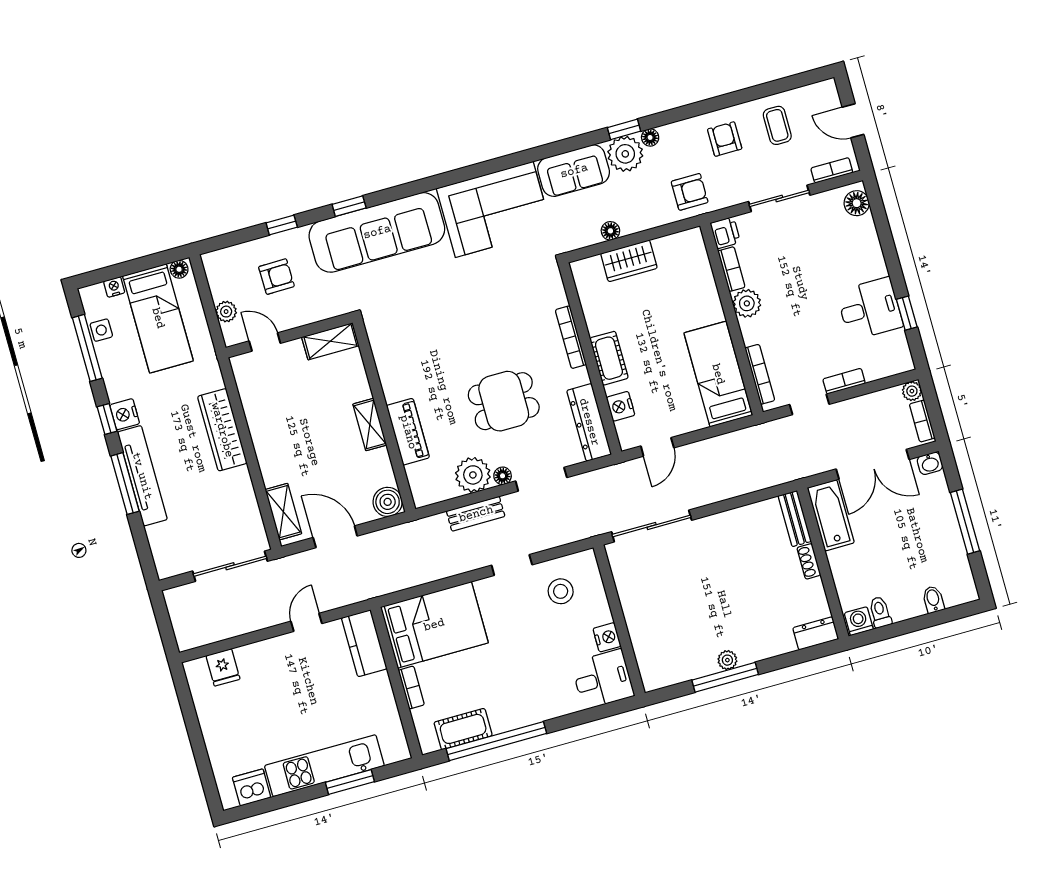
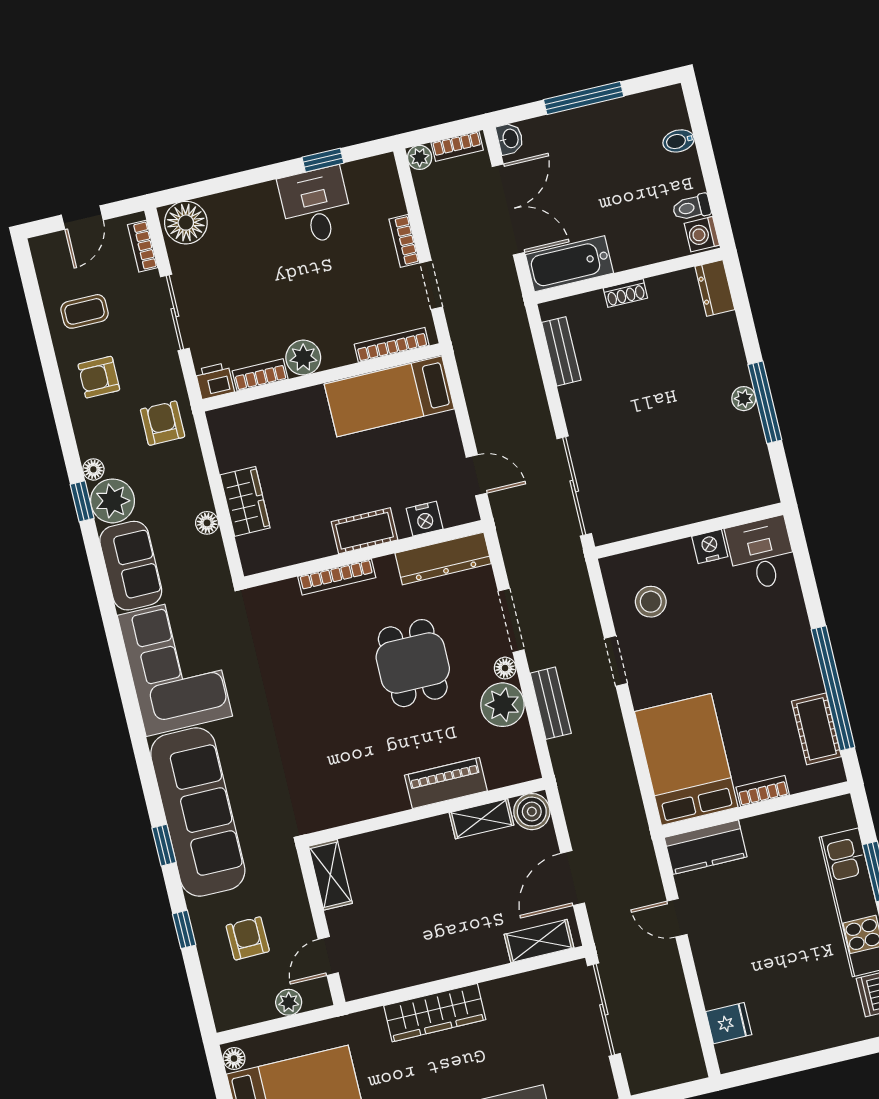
floor lamp: (857, 203) -> (186, 223), width x1.38, depth x1.38
shelving: (370, 425) -> (482, 819), moved
bench: (795, 519) -> (561, 351), moved, turned 90

